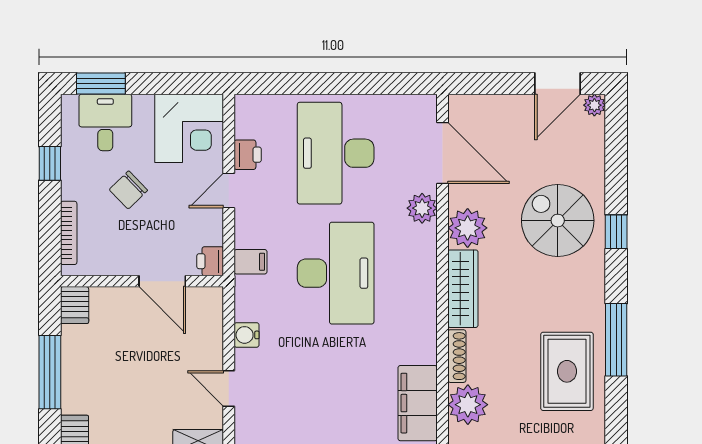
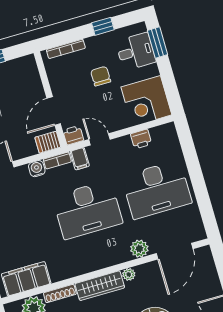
desk: (336, 153) -> (157, 190), turned 180
chair: (128, 190) -> (101, 76), turned 44
door: (229, 190) -> (99, 139), moved
plant: (468, 228) -> (129, 274), width x0.53, depth x0.53
bookcase: (243, 298) -> (57, 160), added
server rack: (75, 305) -> (48, 142), moved

